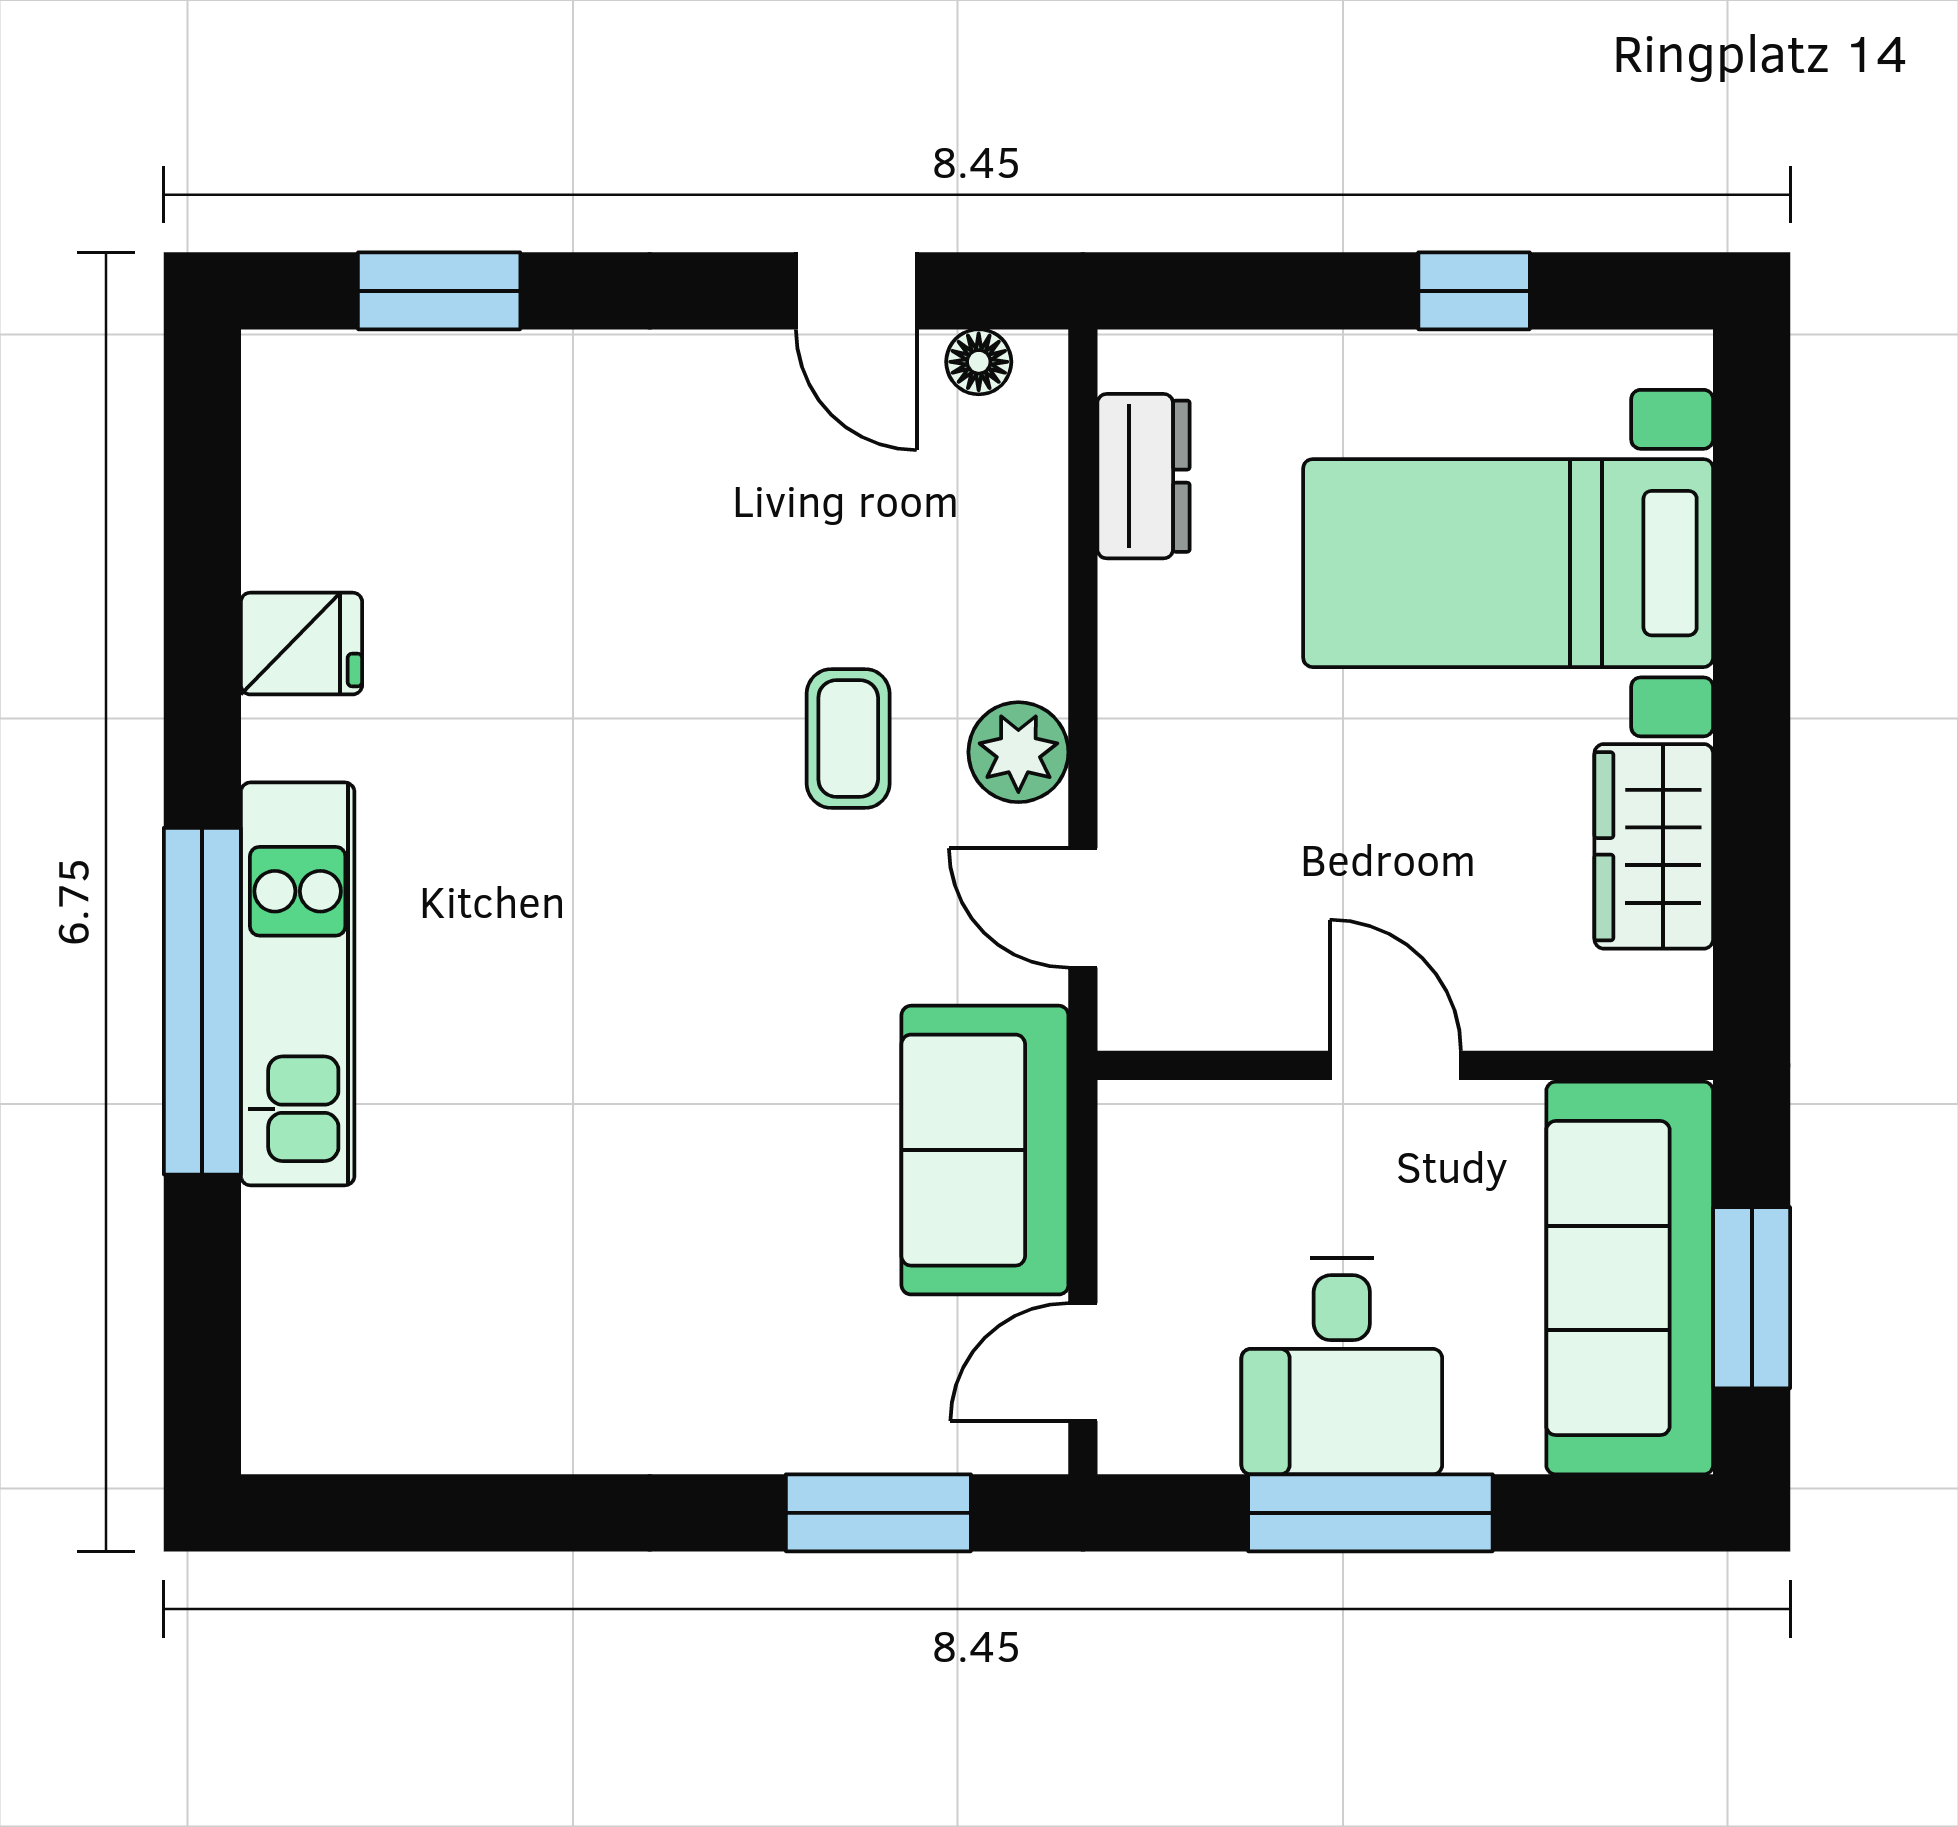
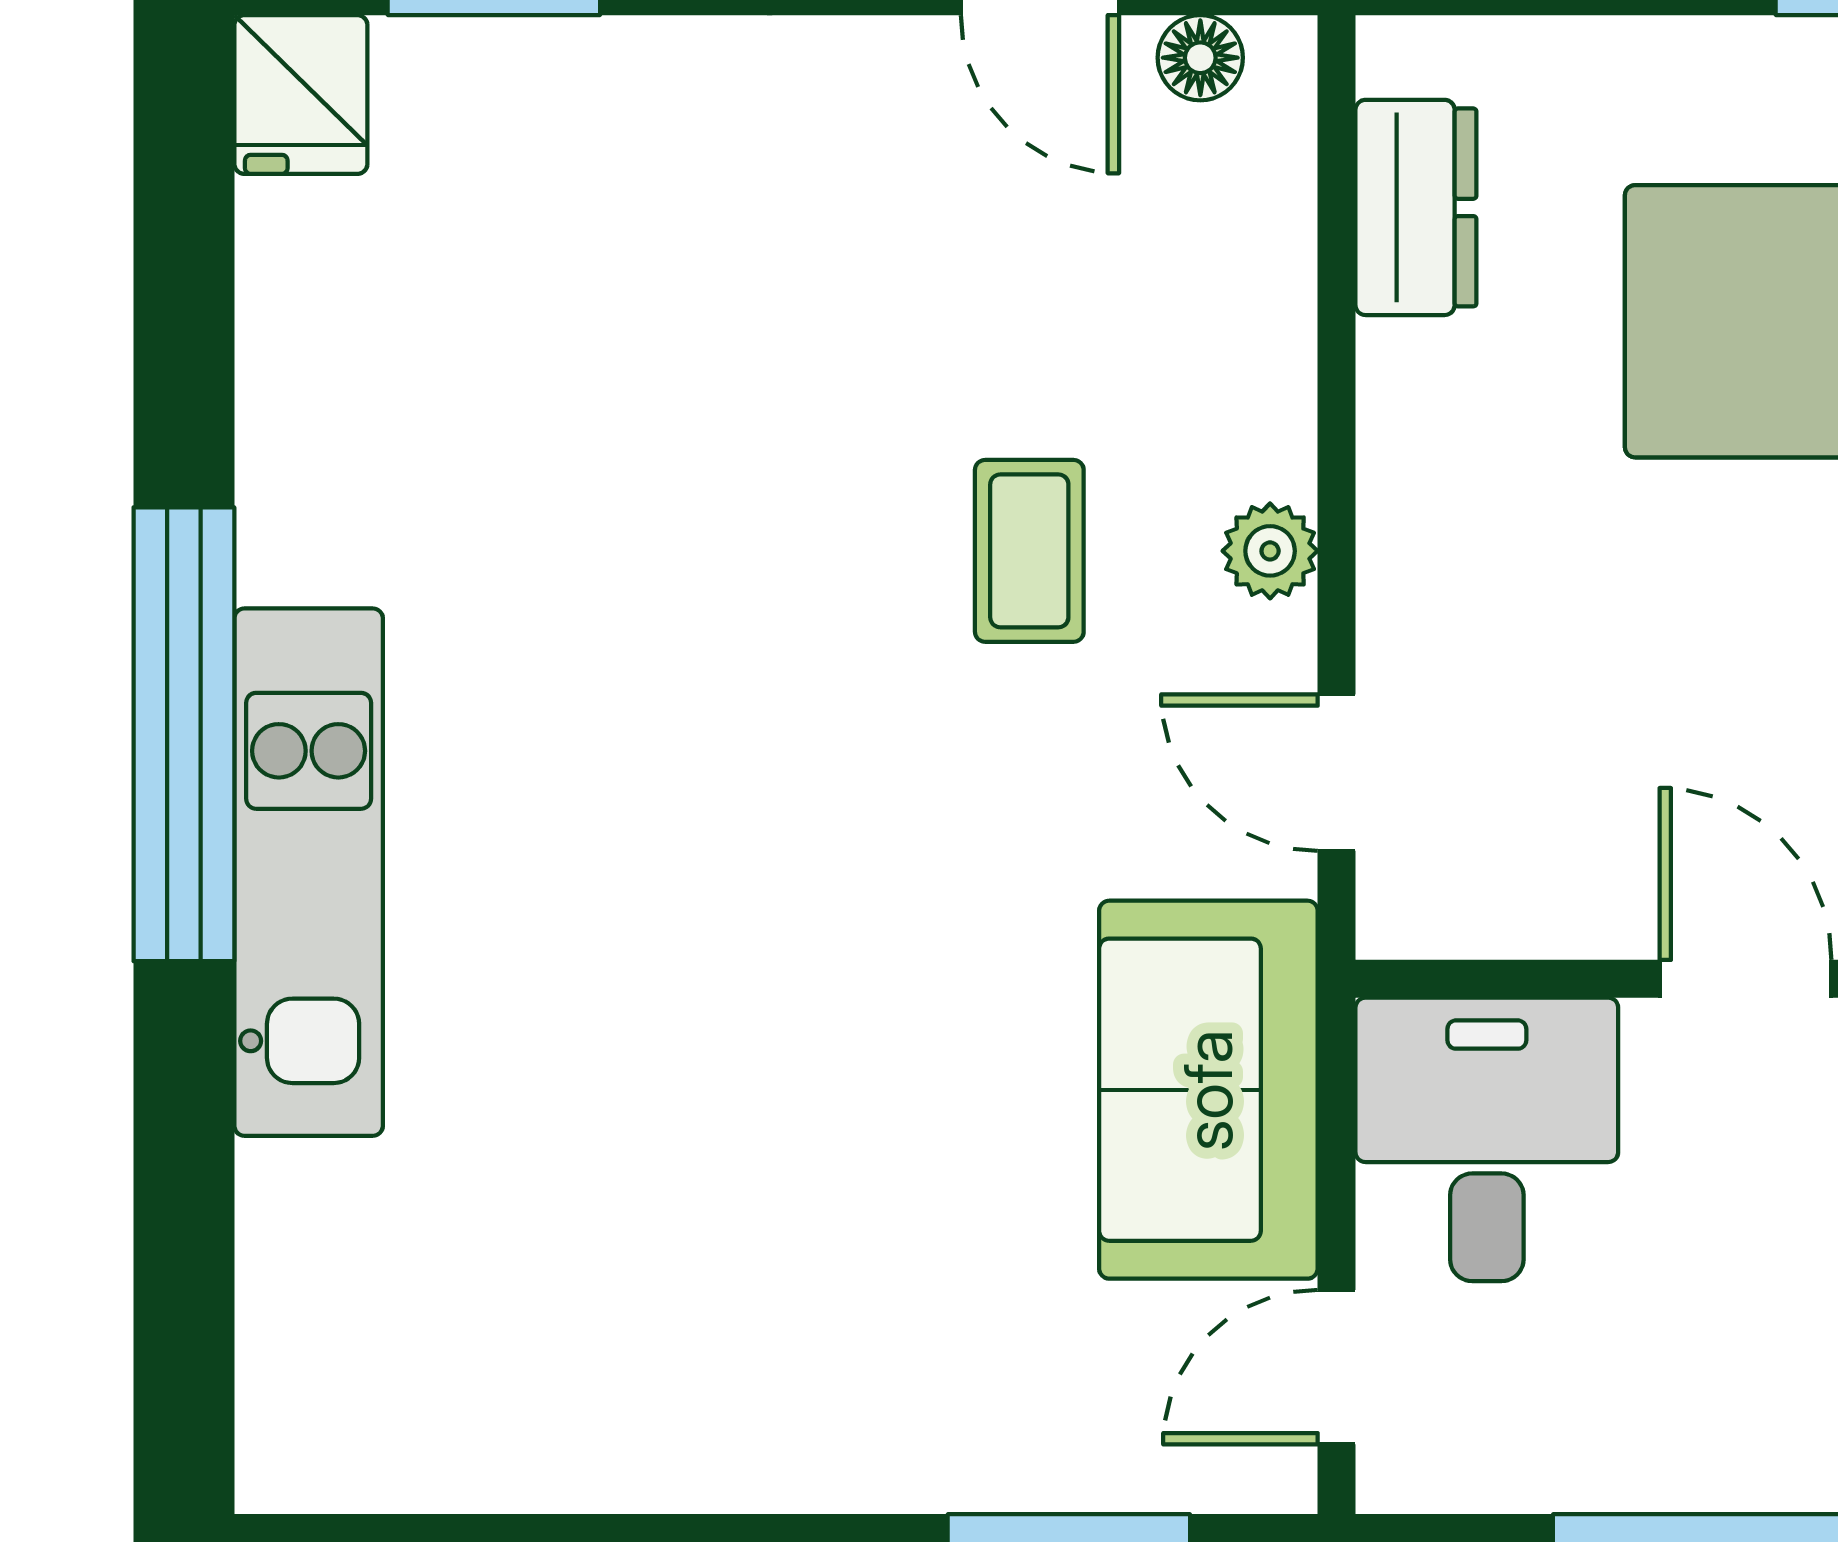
fridge: (302, 644) -> (301, 95), moved, turned 90
plant: (1018, 752) -> (1270, 551), width x0.73, depth x0.73
window: (202, 1001) -> (184, 734), moved
desk: (1342, 1366) -> (1487, 1139), moved, turned 180

